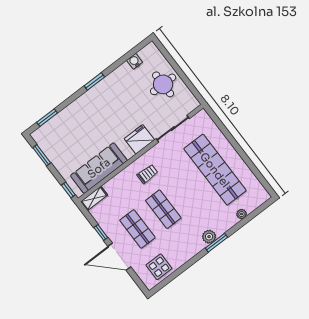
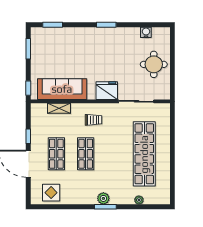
shelving: (94, 198) -> (59, 108), moved

